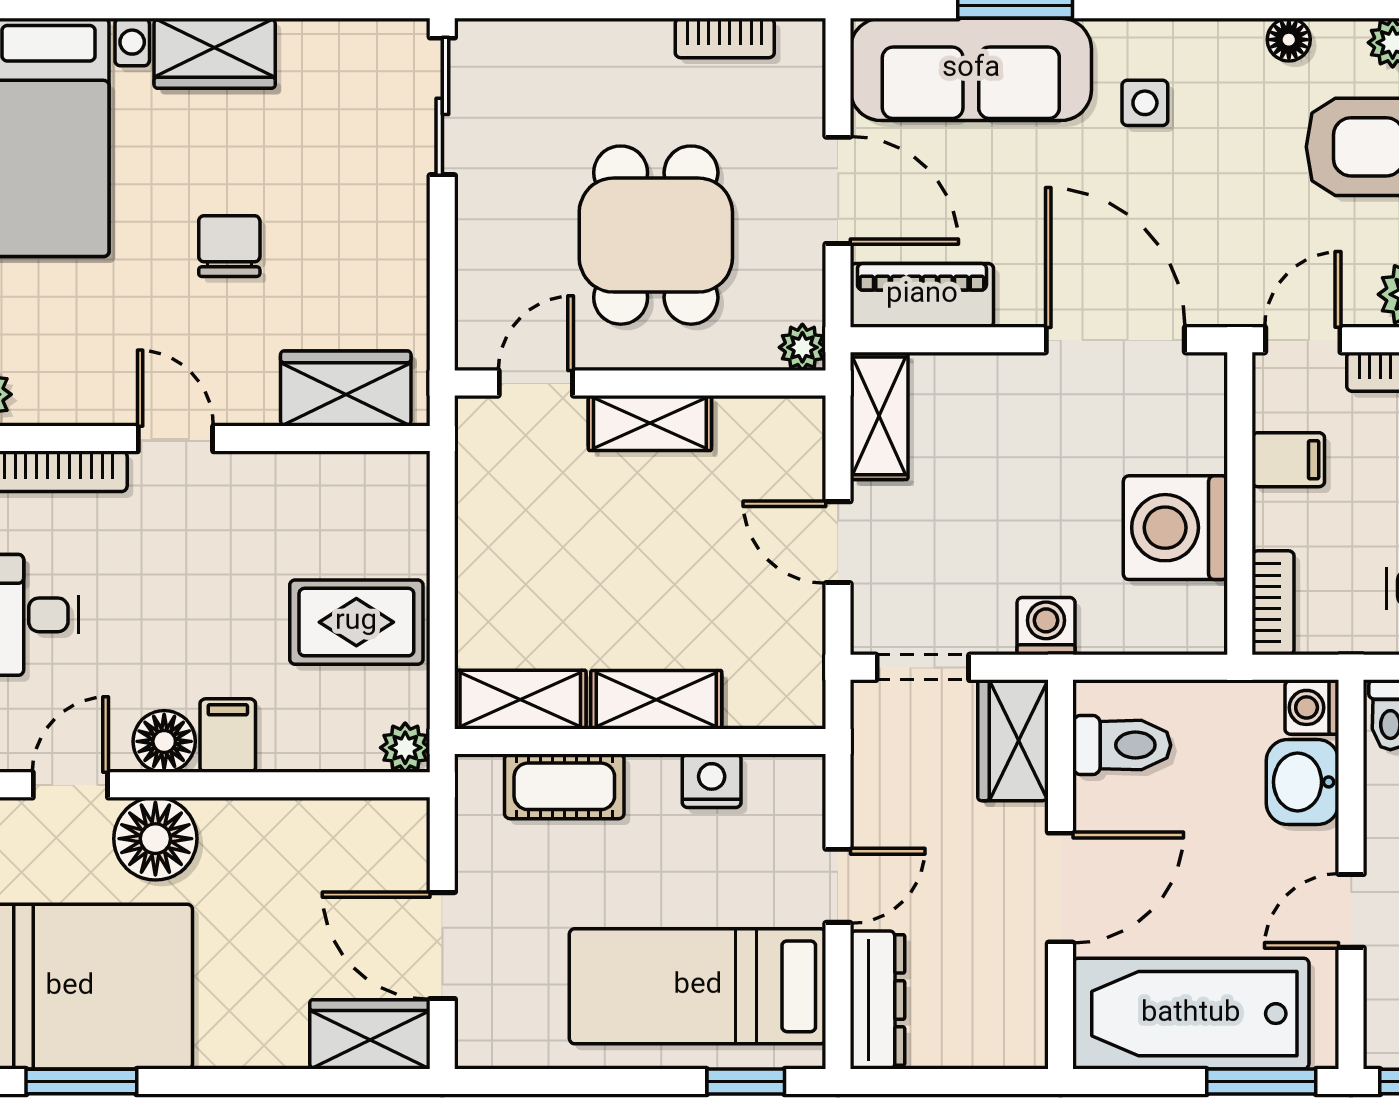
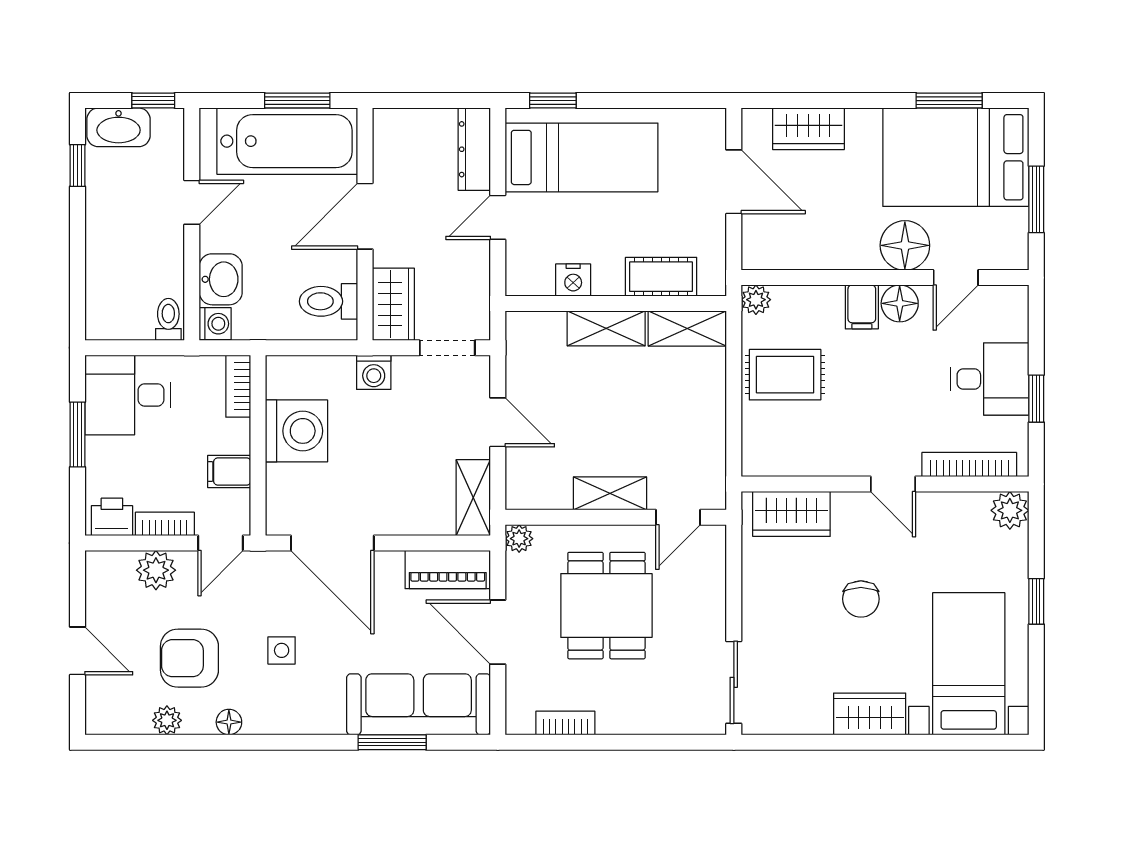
side table: (1145, 103) -> (282, 650), moved
wardrobe: (370, 1034) -> (808, 129), moved
window: (1261, 1082) -> (297, 101), moved

